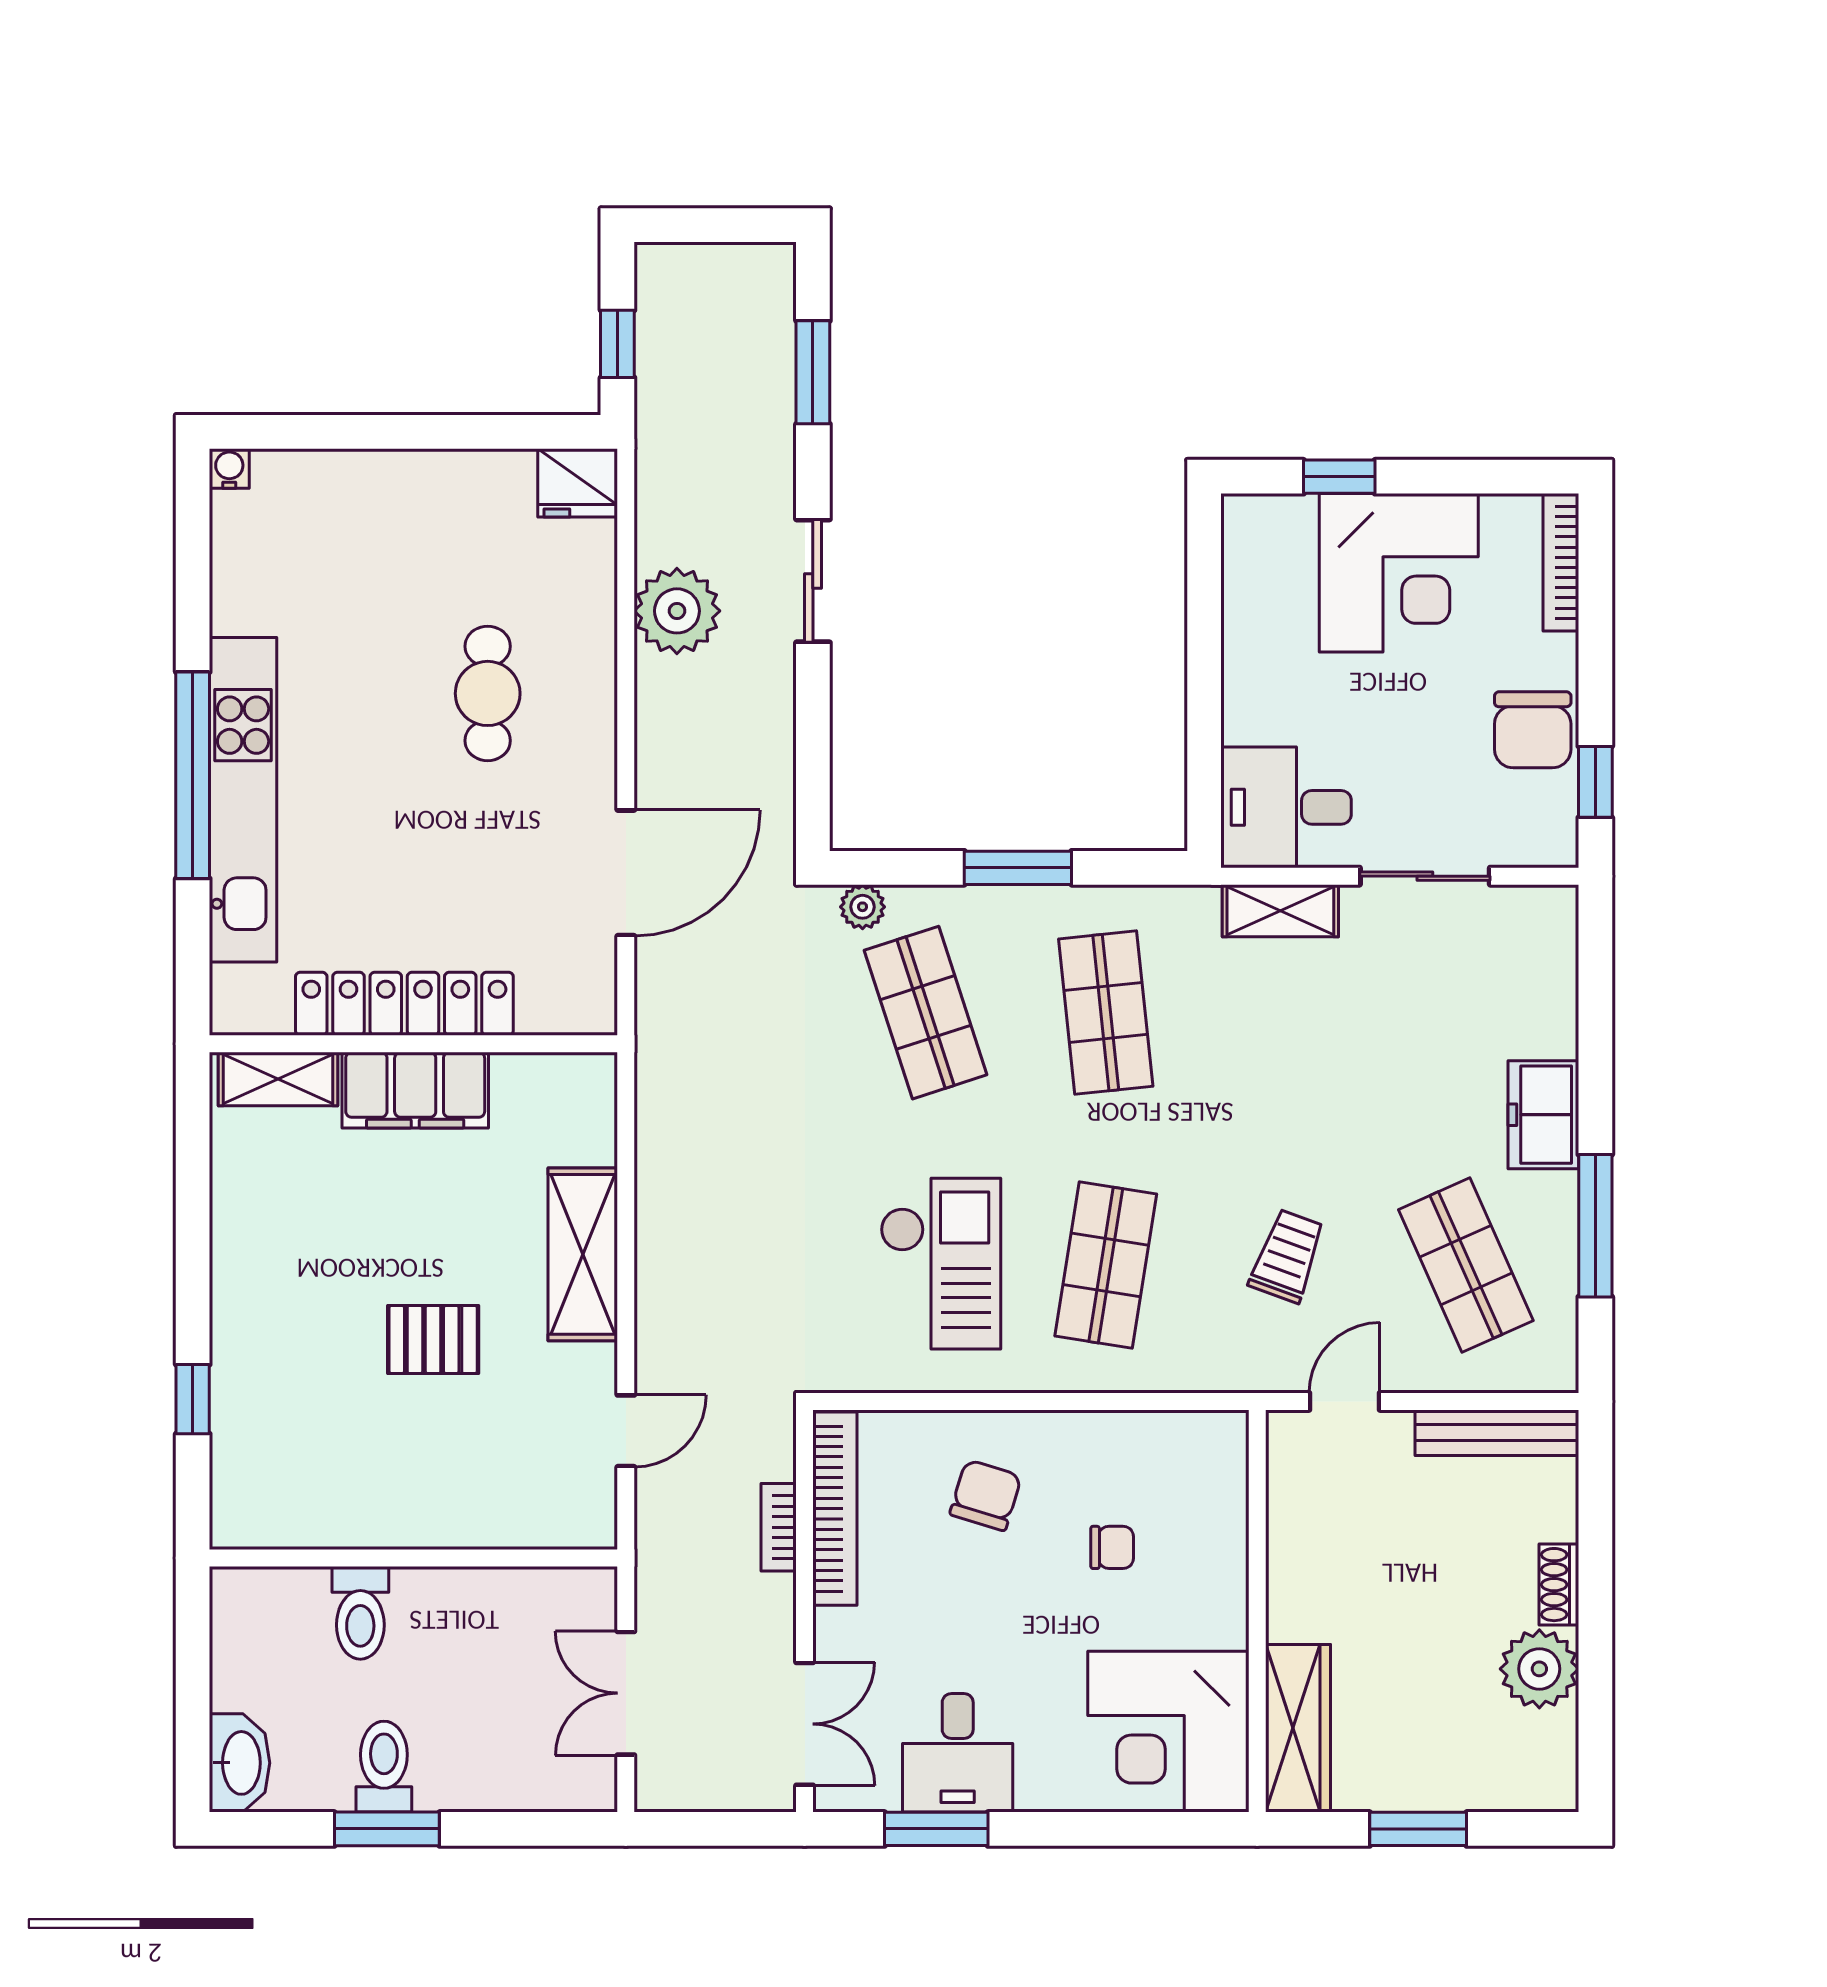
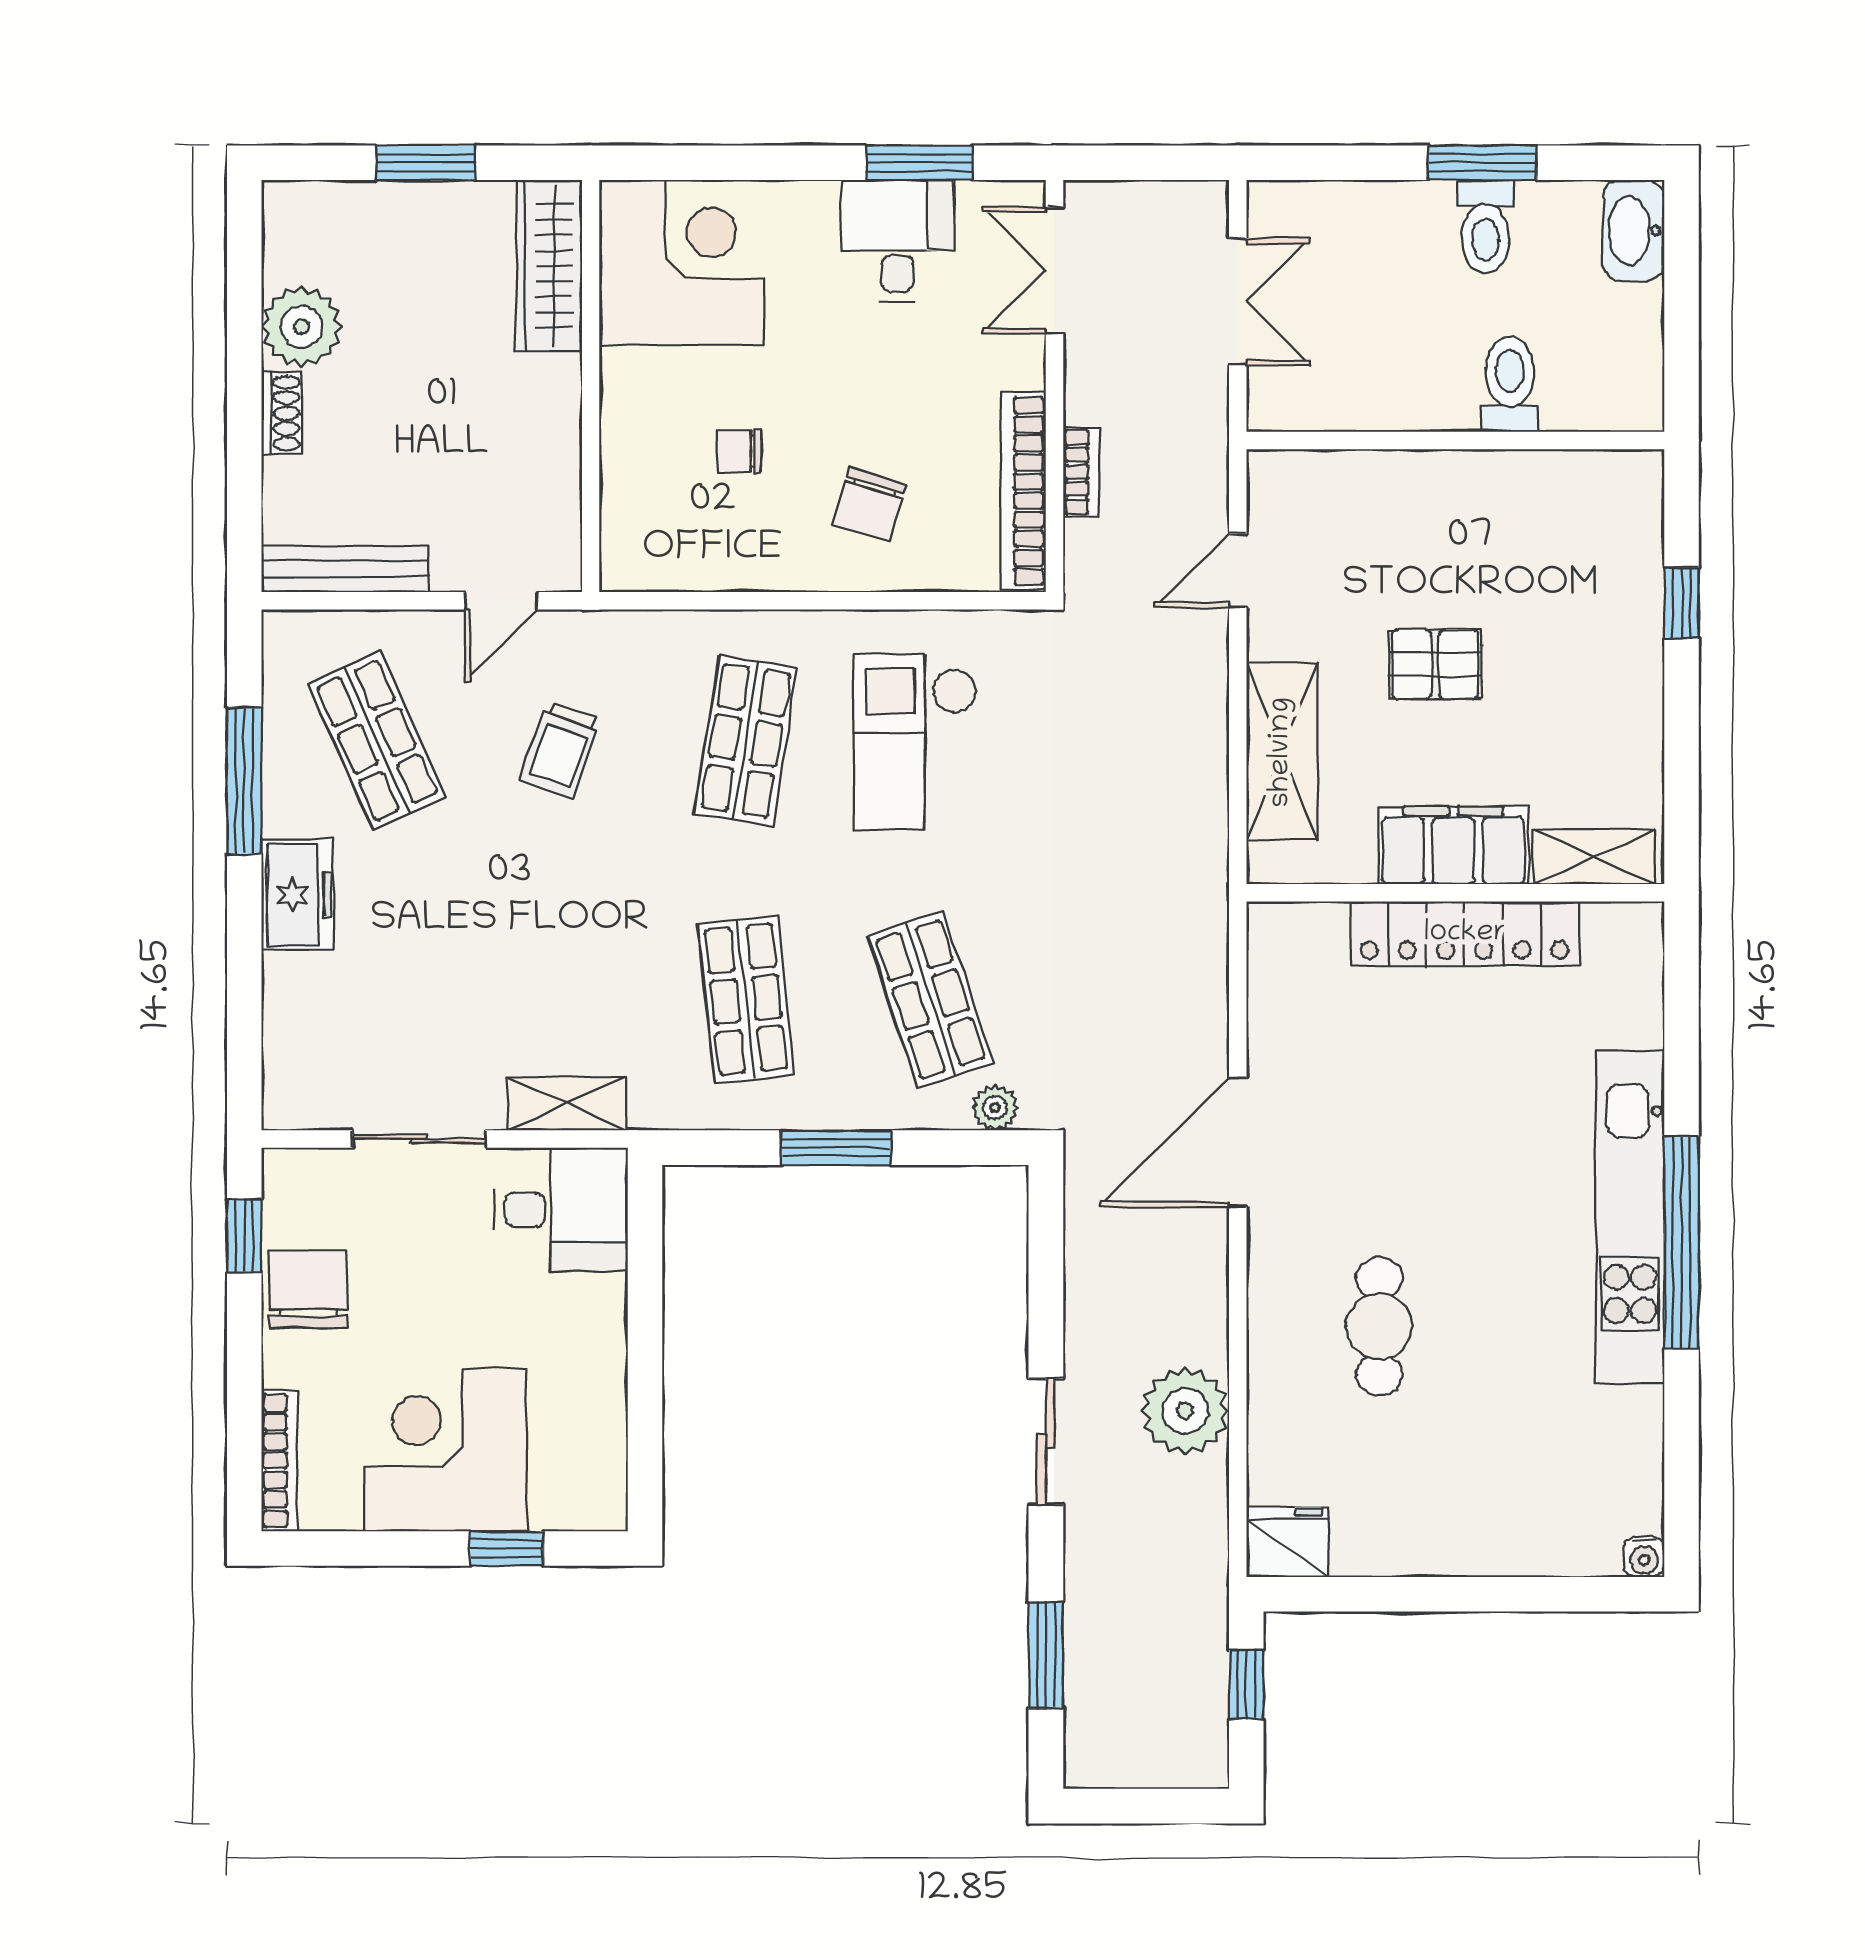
locker: (404, 1004) -> (1465, 934), moved
wall: (413, 1044) -> (1455, 893), moved
shelving: (278, 1079) -> (1594, 857), moved
filing cabinet: (415, 1090) -> (1453, 845), moved

